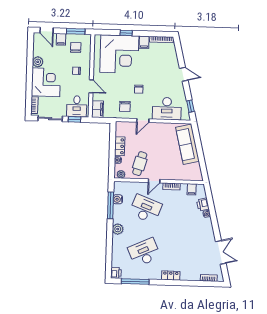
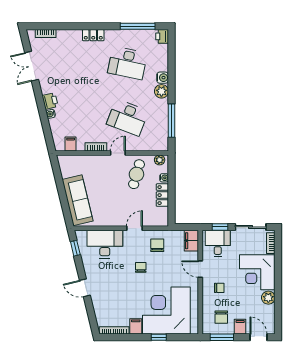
water cooler: (118, 199) -> (163, 78), moved
printer: (203, 204) -> (50, 101), moved
desk: (144, 252) -> (127, 63), turned 36

